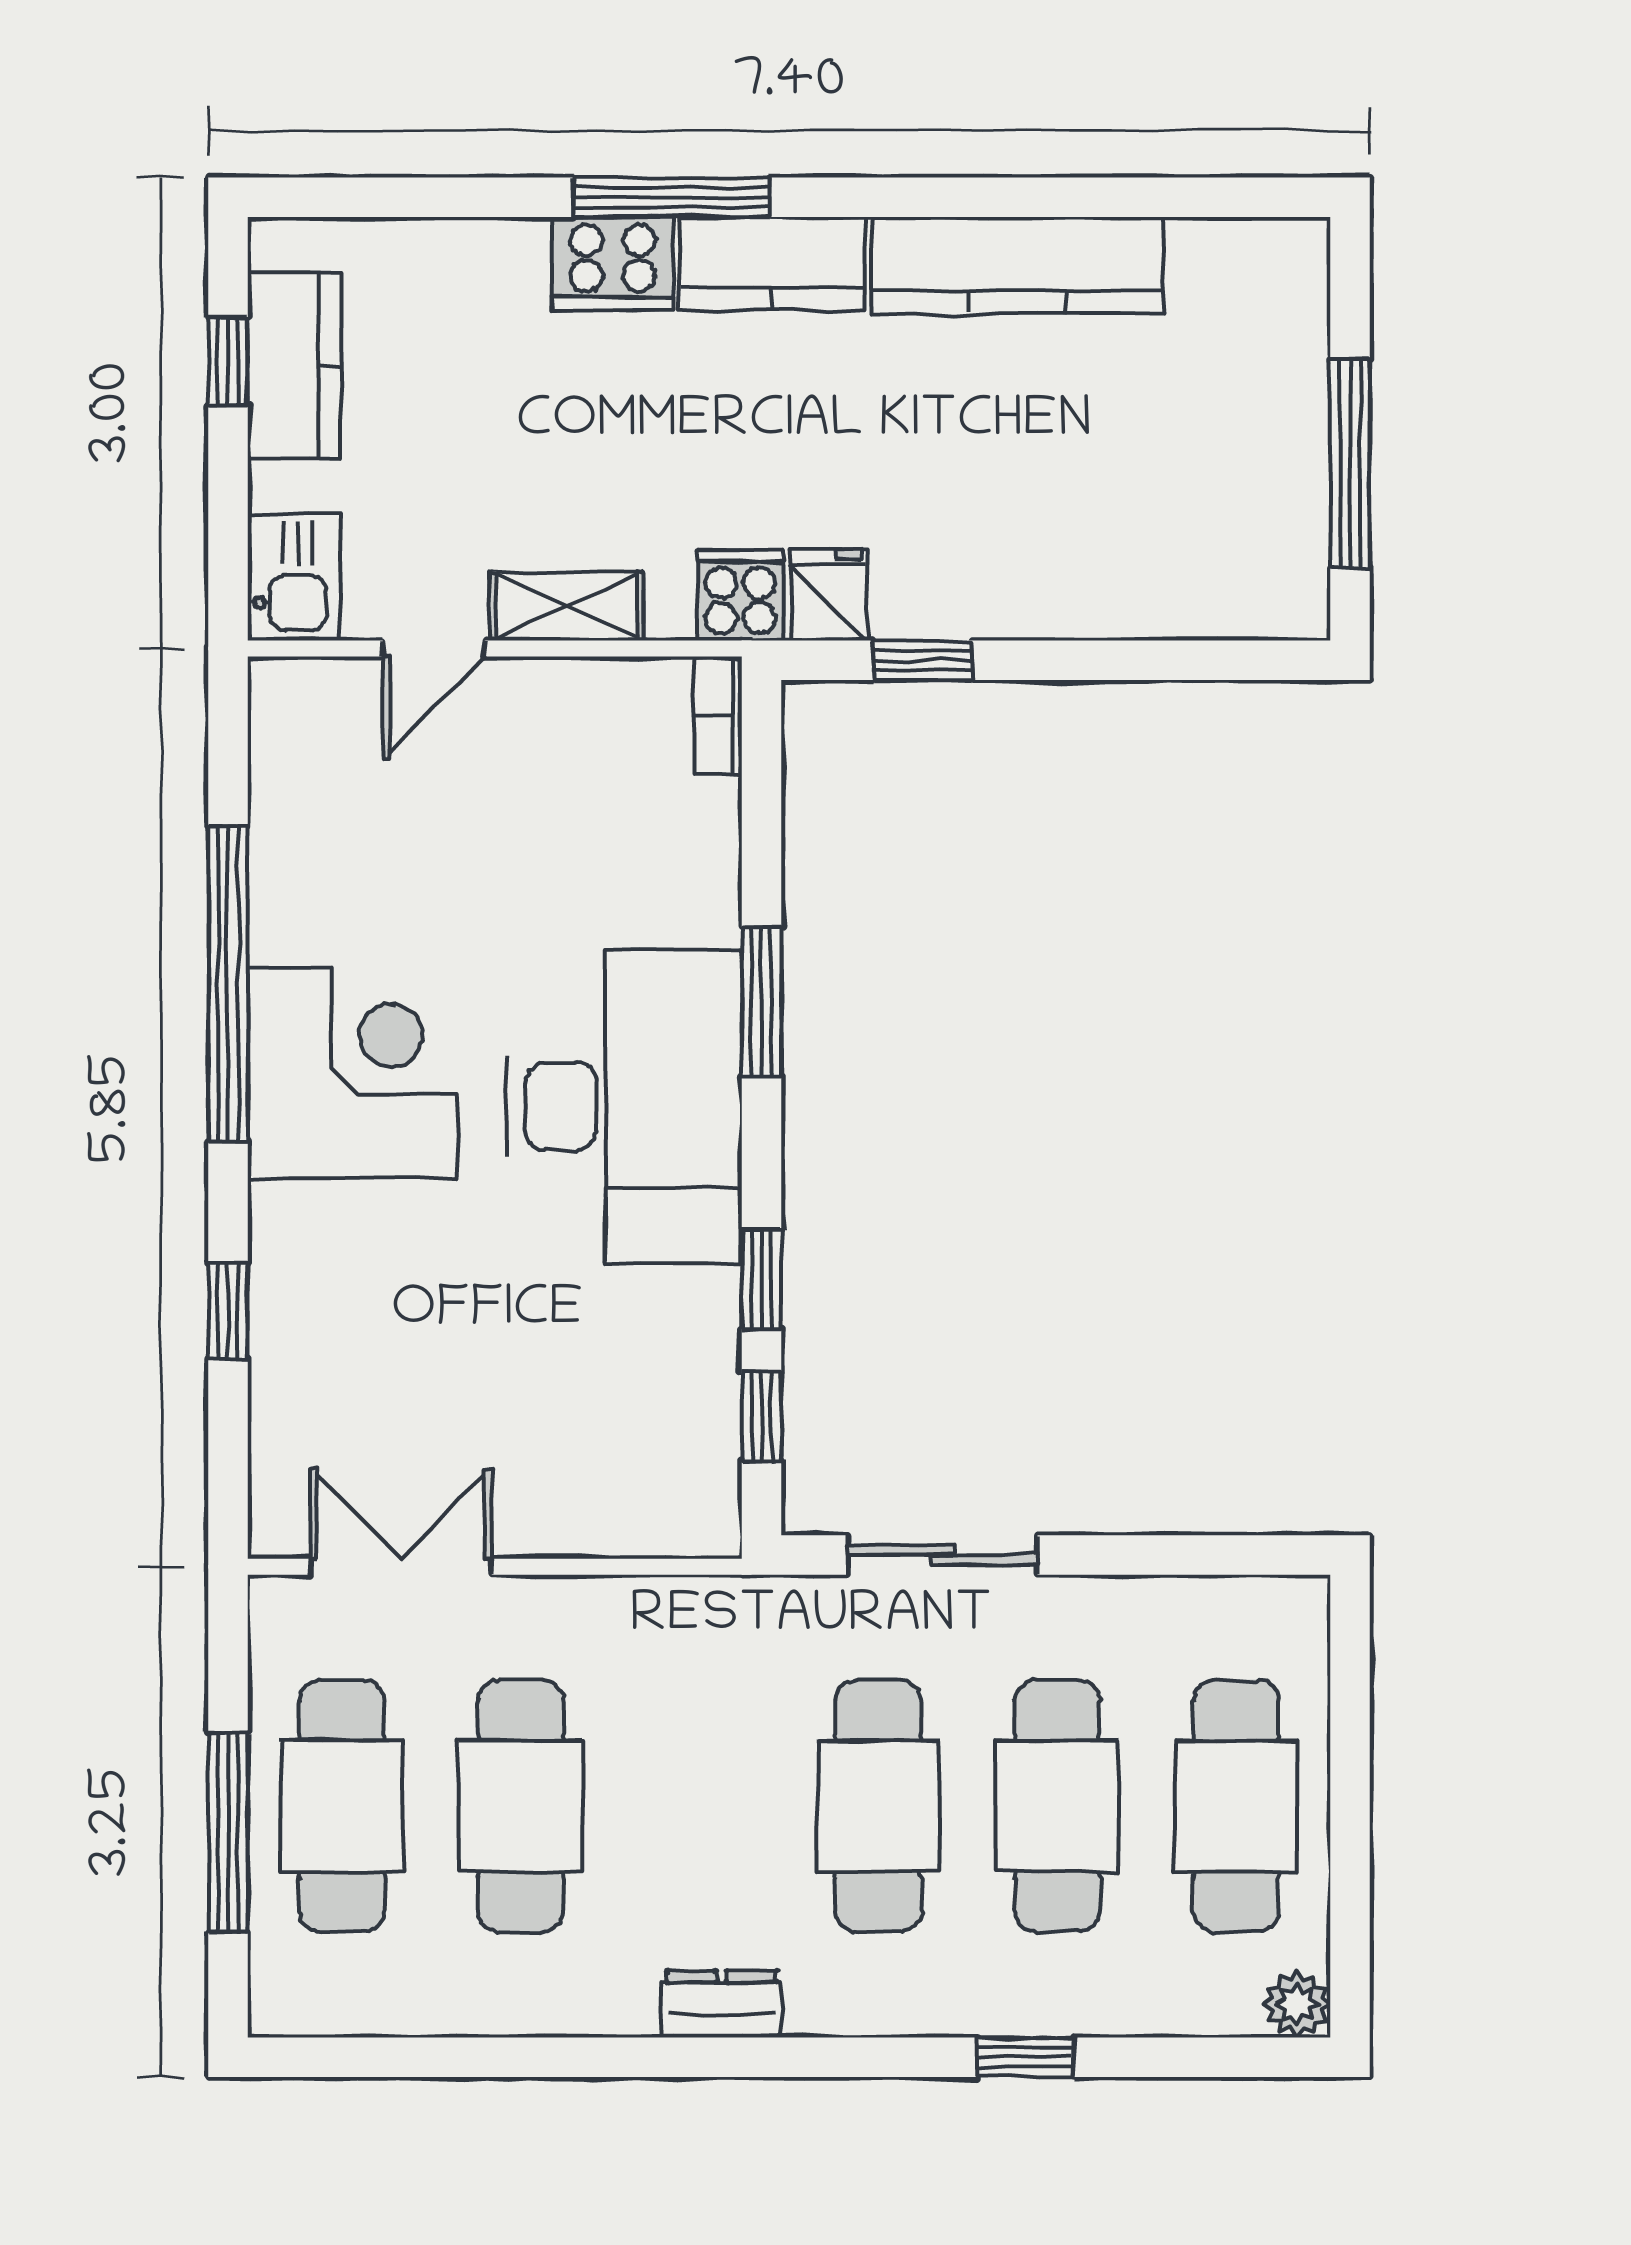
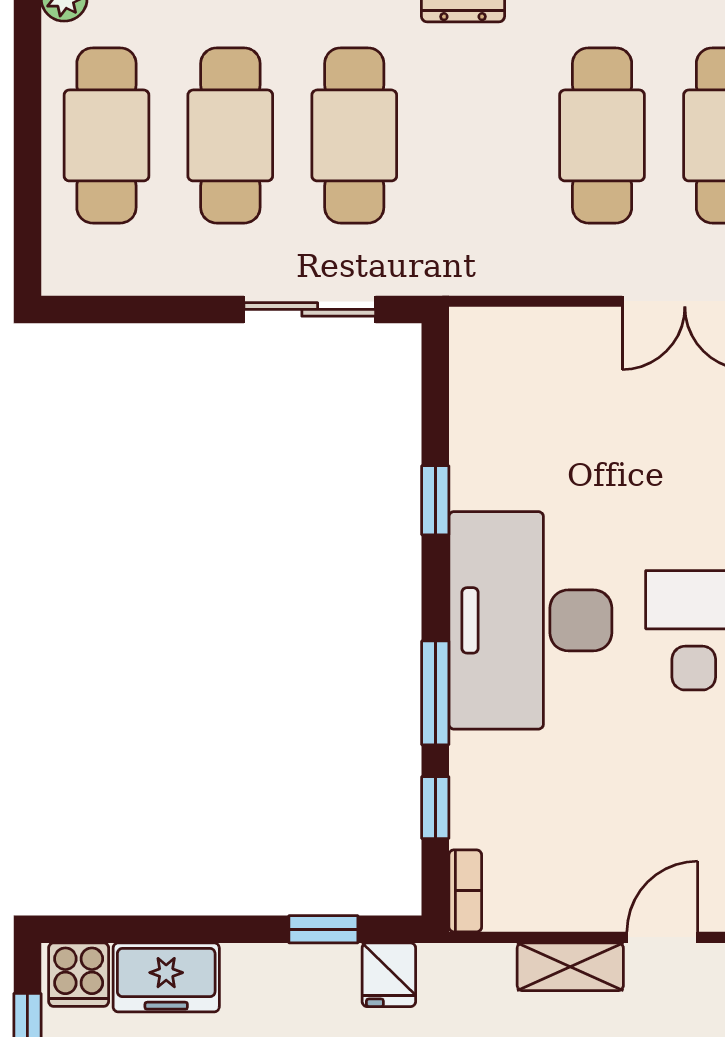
freezer: (1150, 591) -> (166, 977), added
cooker: (740, 595) -> (79, 975), moved
window: (762, 1416) -> (435, 808), moved

